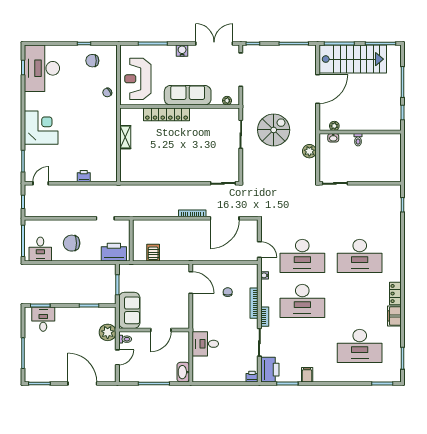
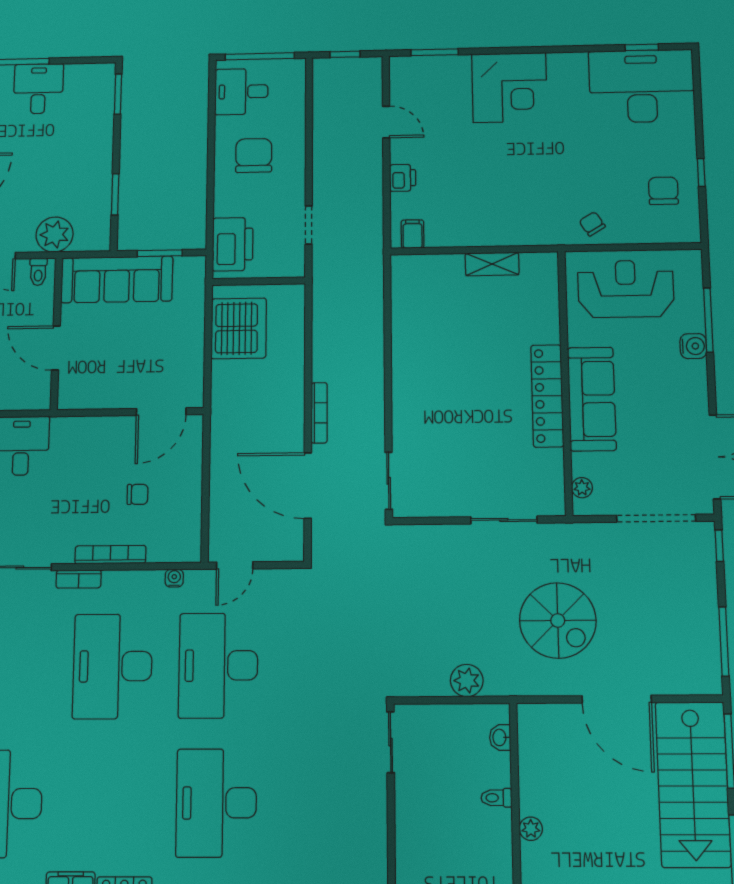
water cooler: (182, 51) -> (693, 346), moved
locker: (167, 114) -> (547, 396), moved
plant: (334, 126) -> (531, 829), moved
spiral stairs: (274, 130) -> (558, 620), moved
filing cabinet: (110, 172) -> (413, 234), added
door: (41, 183) -> (386, 122), moved
server rack: (153, 253) -> (239, 328), width x2.18, depth x1.44
sofa: (129, 310) -> (117, 279), width x1.36
desk: (43, 319) -> (38, 89), moved, turned -90

